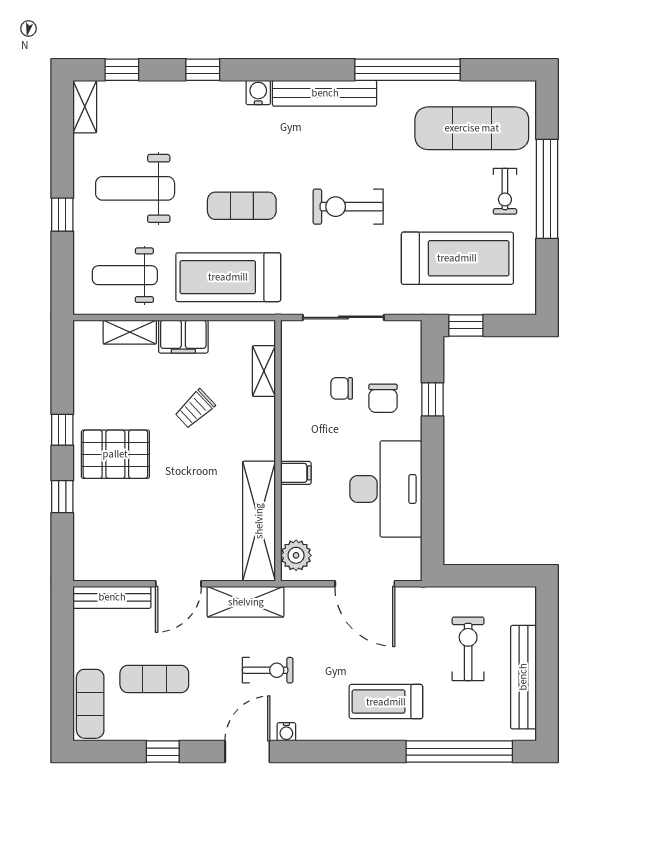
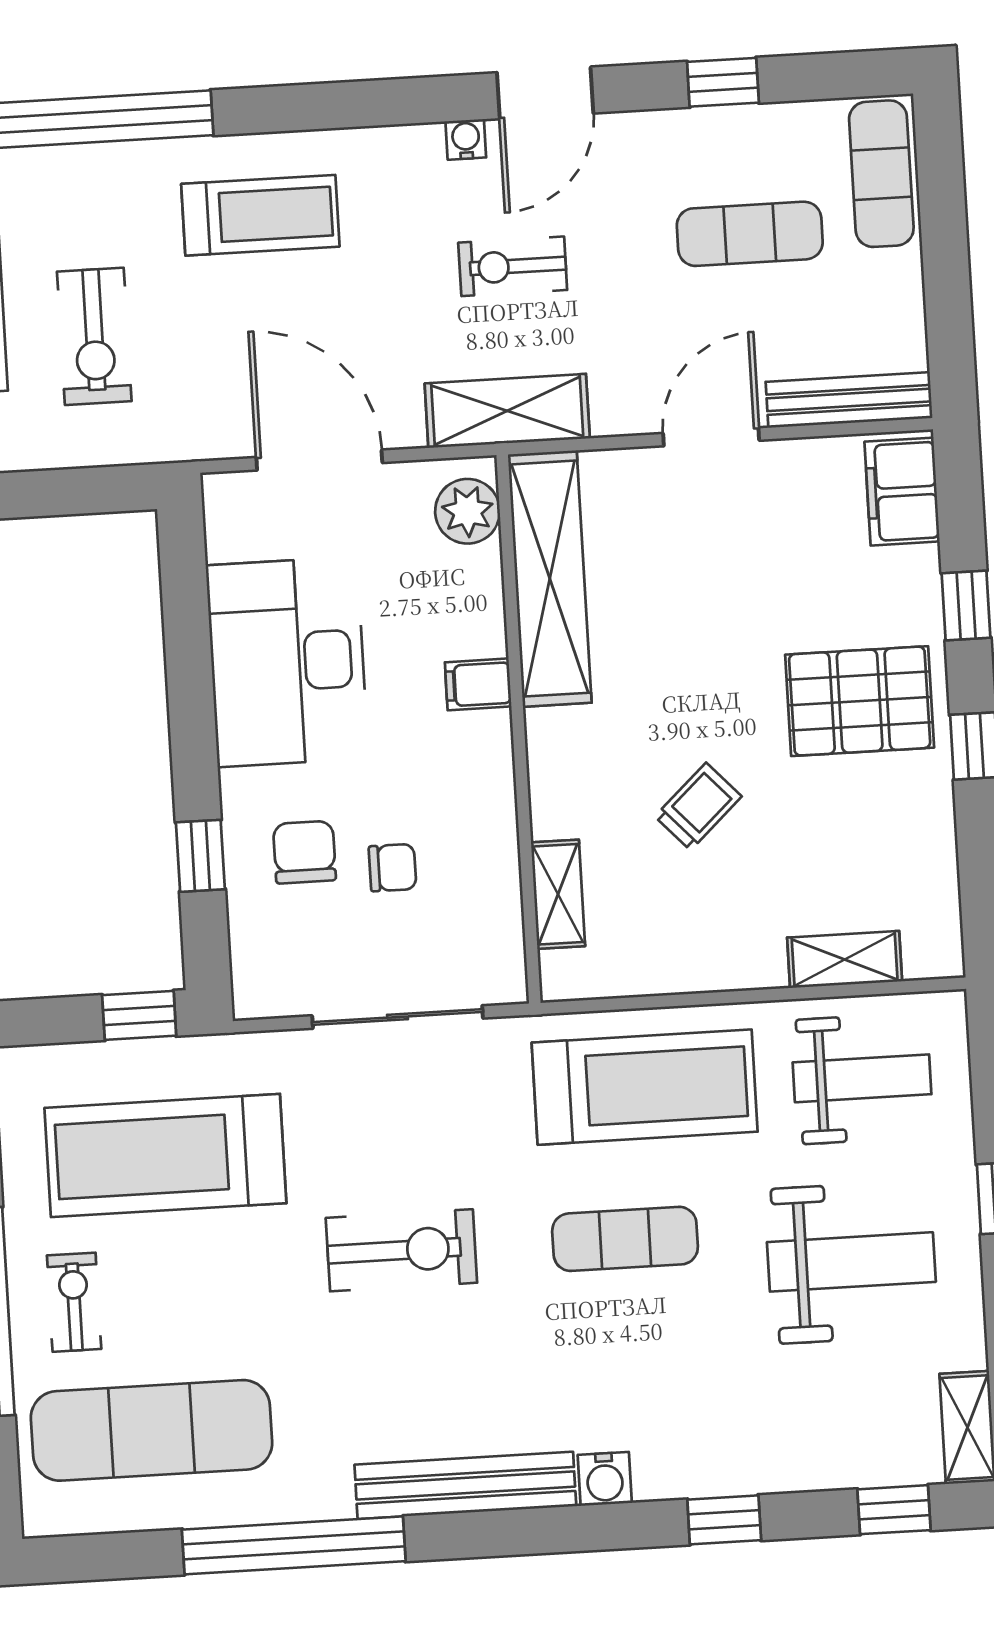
filing cabinet: (183, 337) -> (902, 492), moved, turned -90
shelving: (246, 602) -> (507, 411), moved

